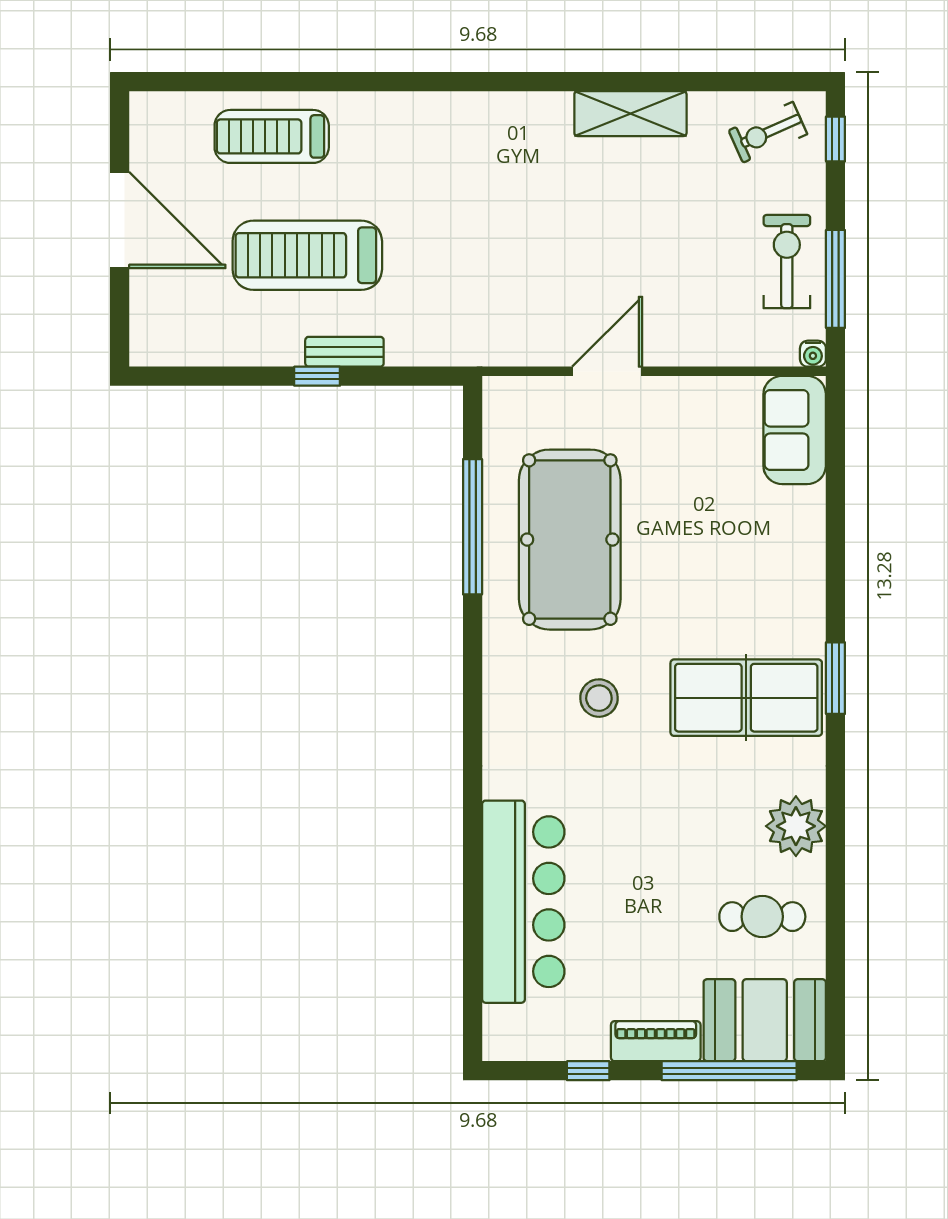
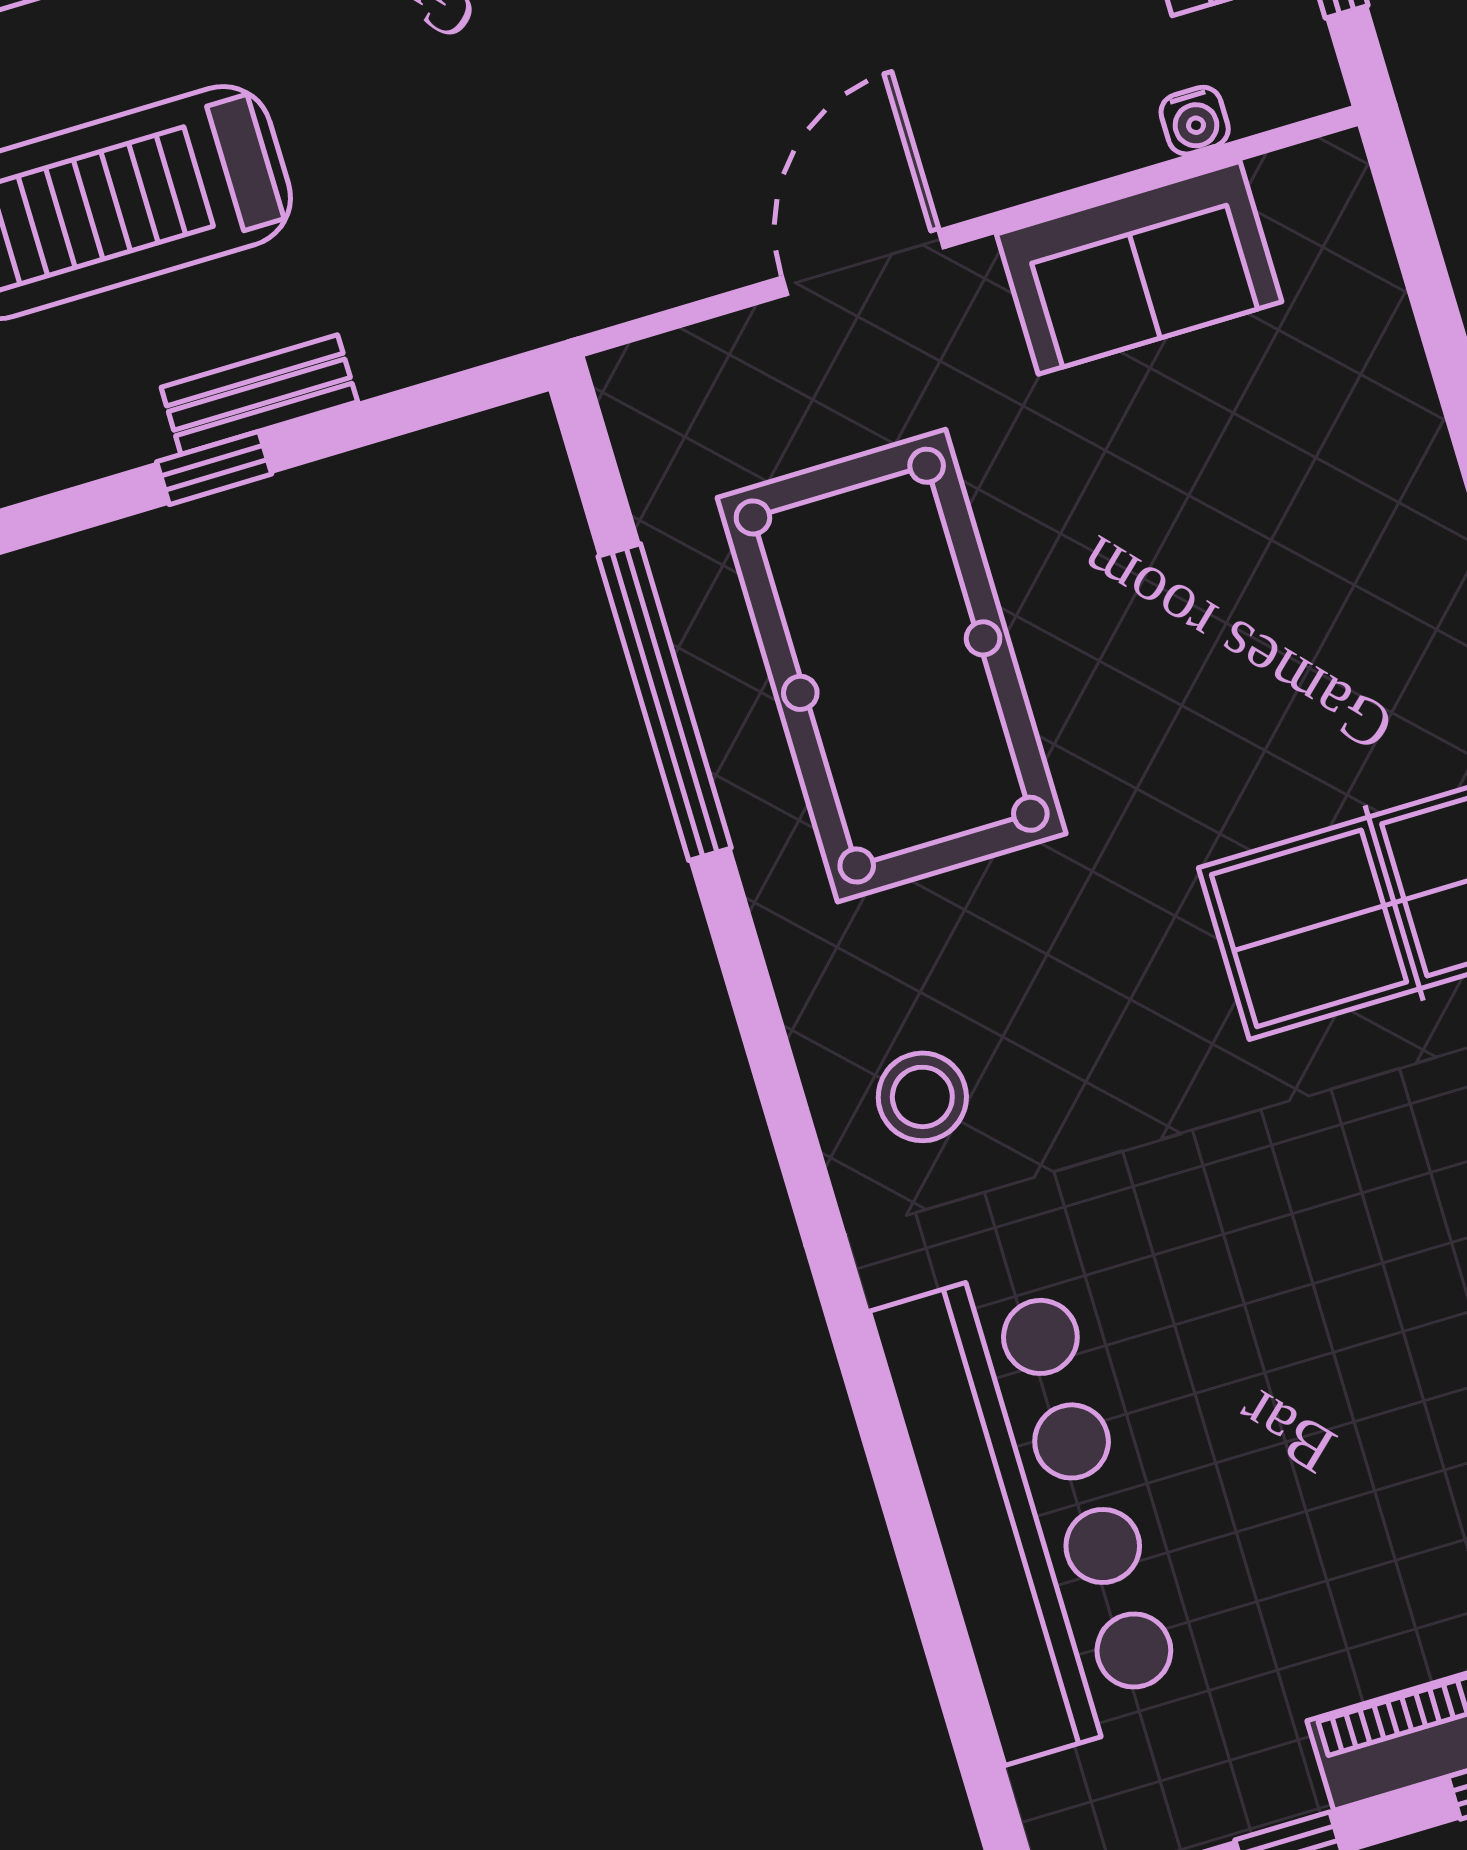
water cooler: (813, 354) -> (1195, 121), moved
sofa: (795, 430) -> (1139, 268), moved, turned -90
stool: (599, 698) -> (922, 1097), moved

